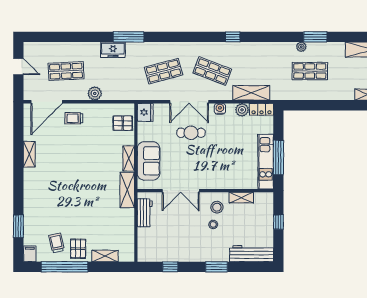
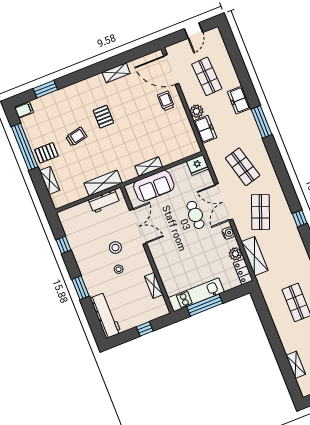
freezer: (113, 50) -> (239, 100), moved
freezer: (115, 92) -> (205, 129), added
pallet: (123, 123) -> (103, 117), moved
shelving: (127, 190) -> (103, 183), moved
double door: (181, 191) -> (138, 227), swing flipped
stool: (217, 207) -> (115, 248), moved
trolley: (57, 243) -> (76, 137), moved

